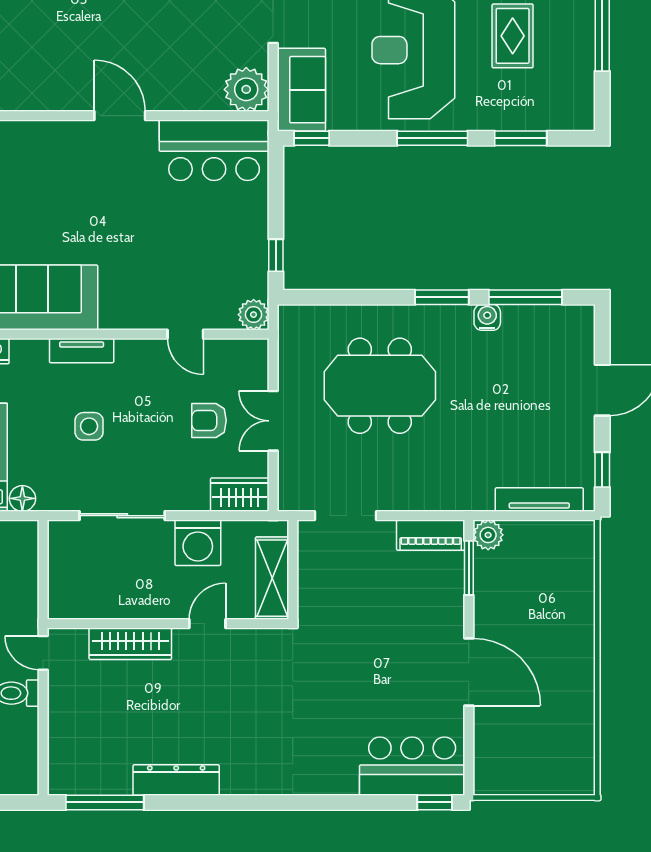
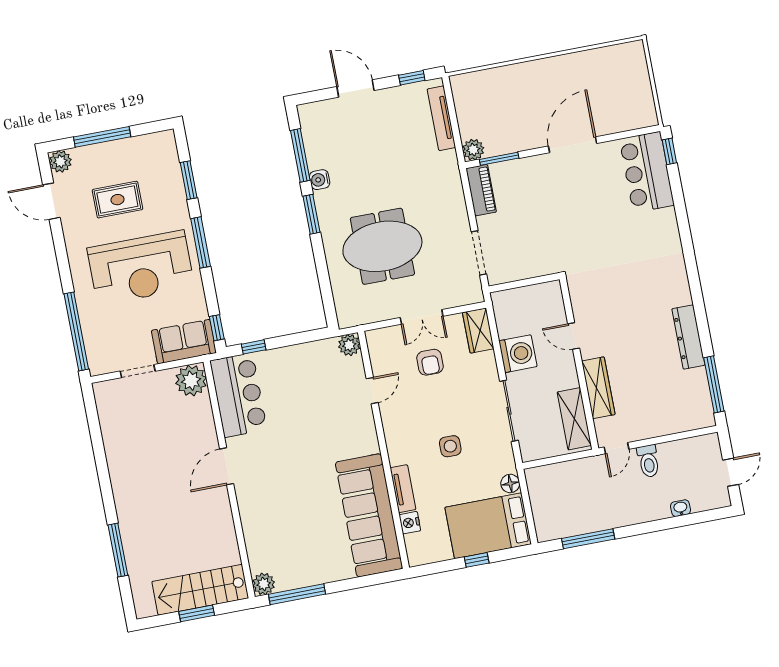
window: (276, 255) -> (254, 347), moved
tv unit: (82, 351) -> (403, 489), moved
meeting table: (380, 386) -> (382, 246), turned 90
shelving: (272, 578) -> (574, 419), moved, turned 90

